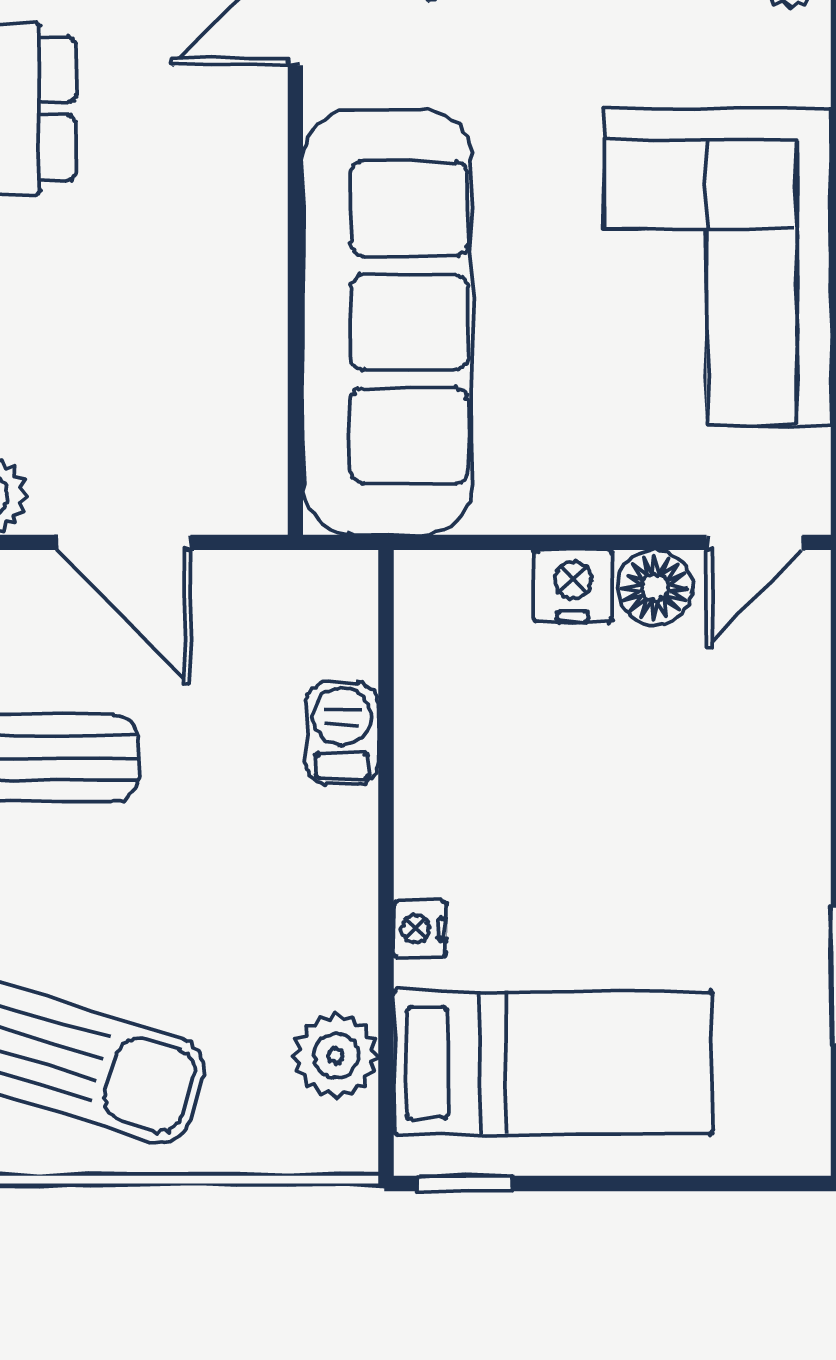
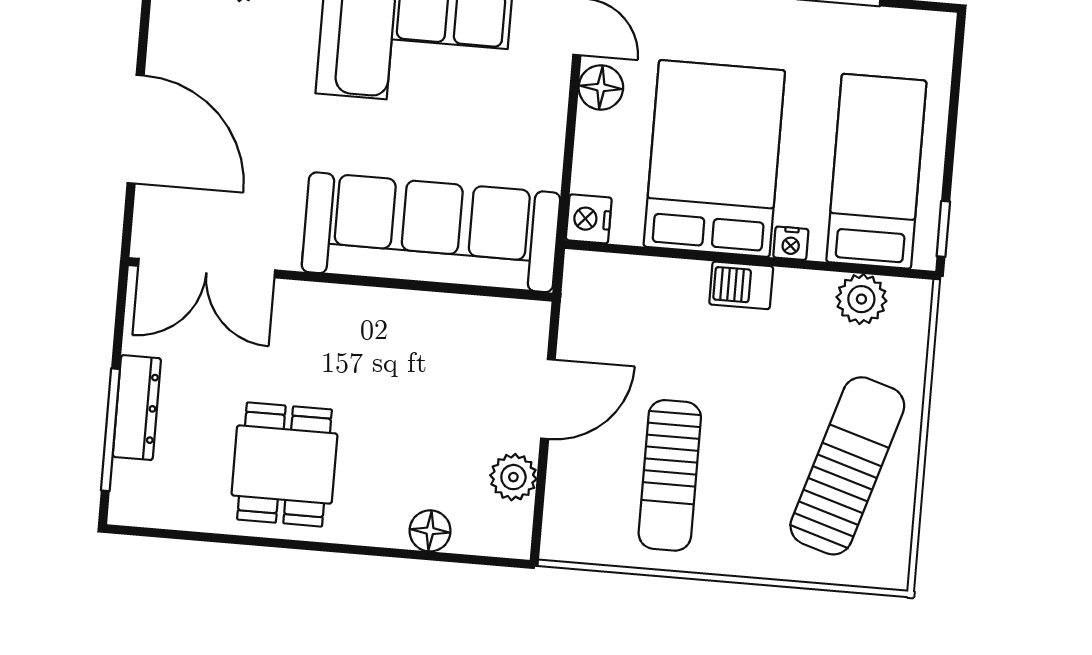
nightstand: (573, 586) -> (589, 219), moved
barbecue: (342, 733) -> (741, 285), moved
bed: (552, 788) -> (714, 158), added

